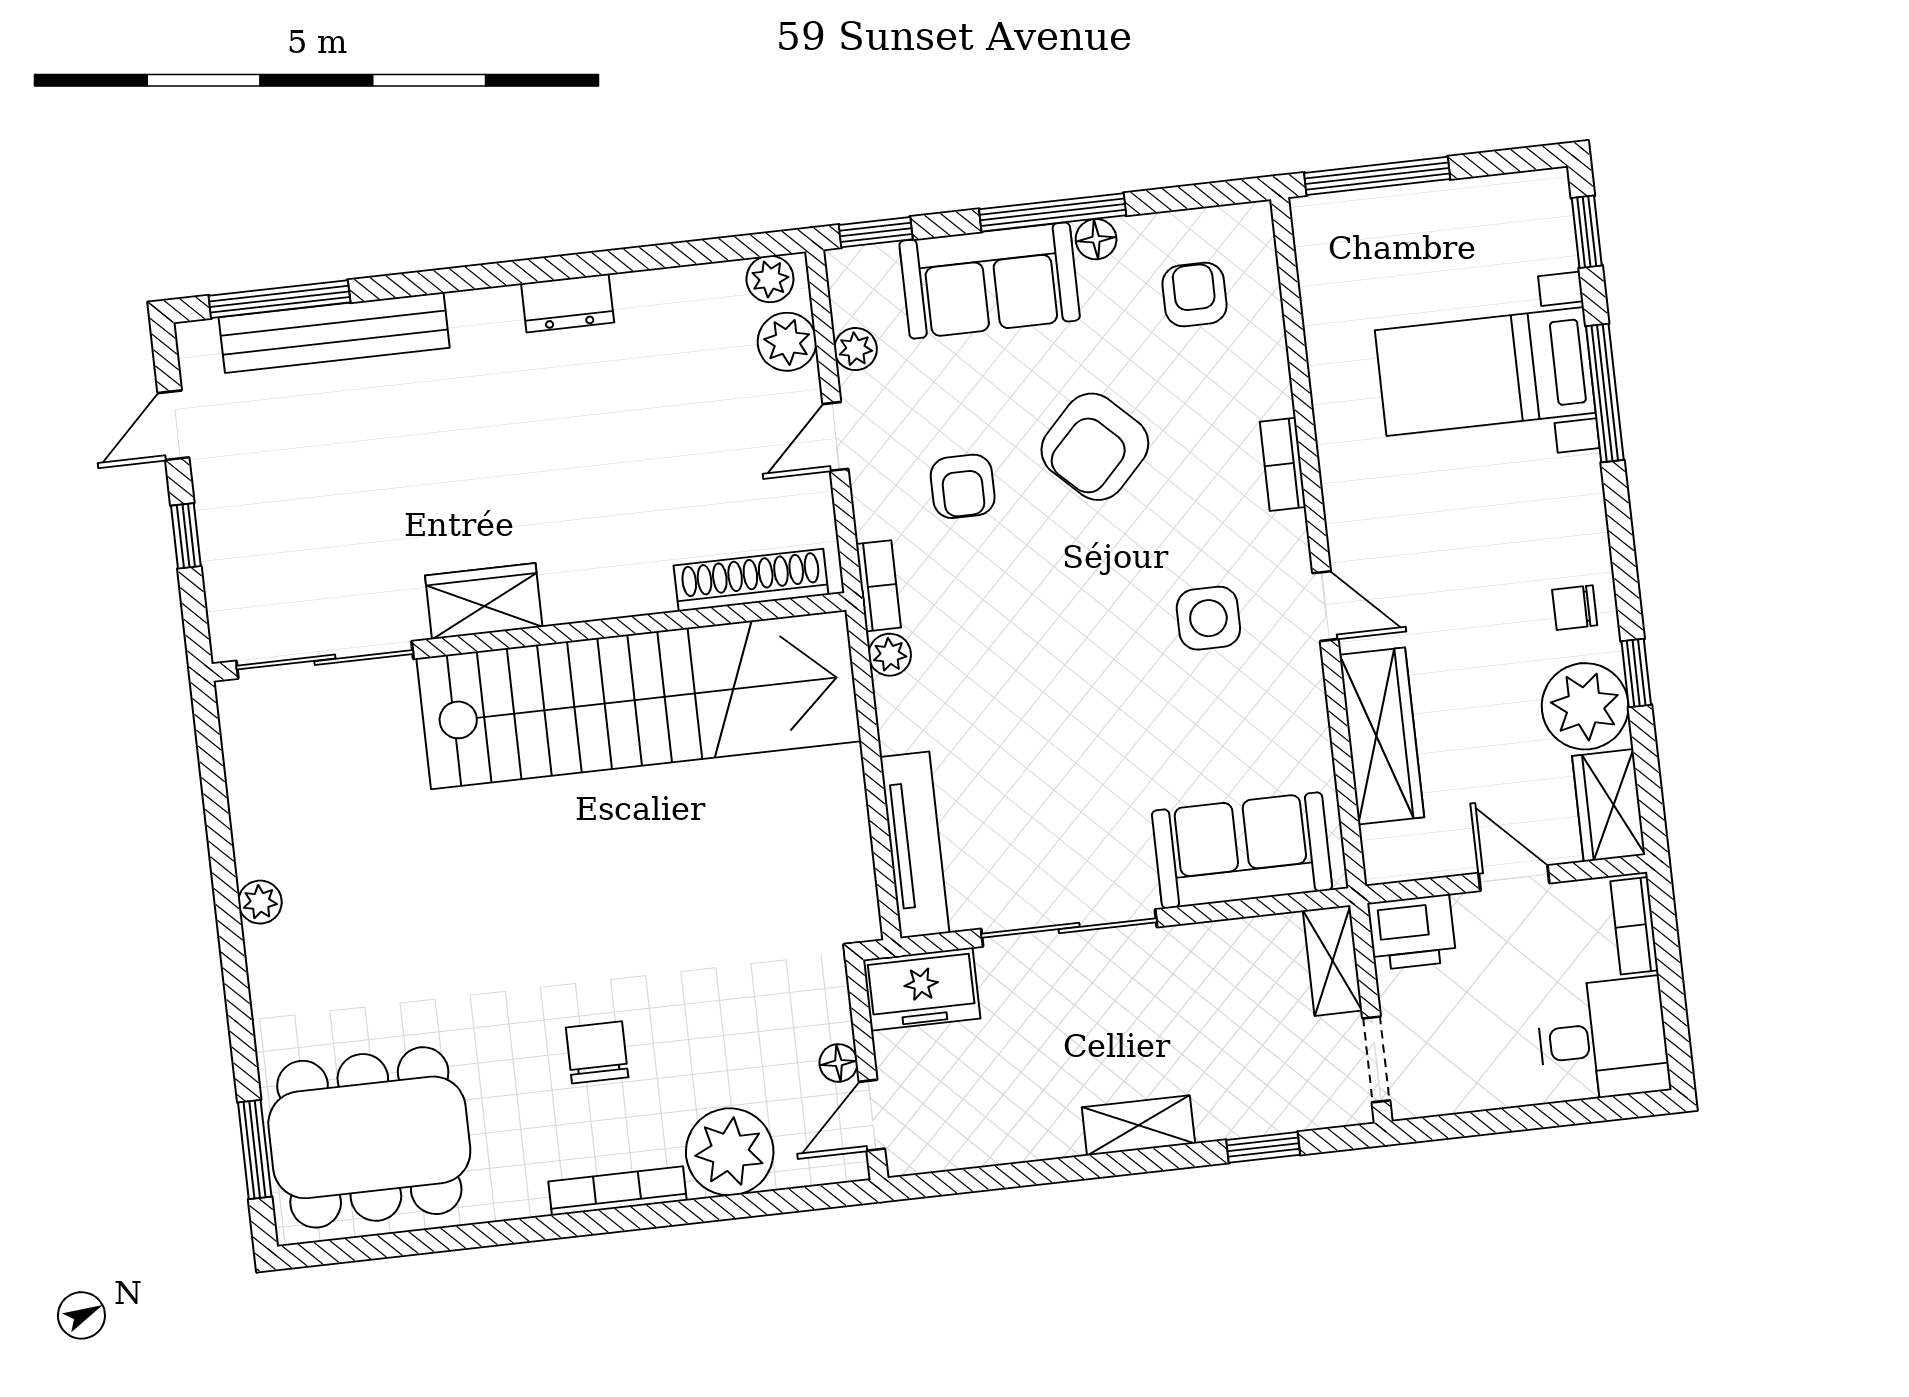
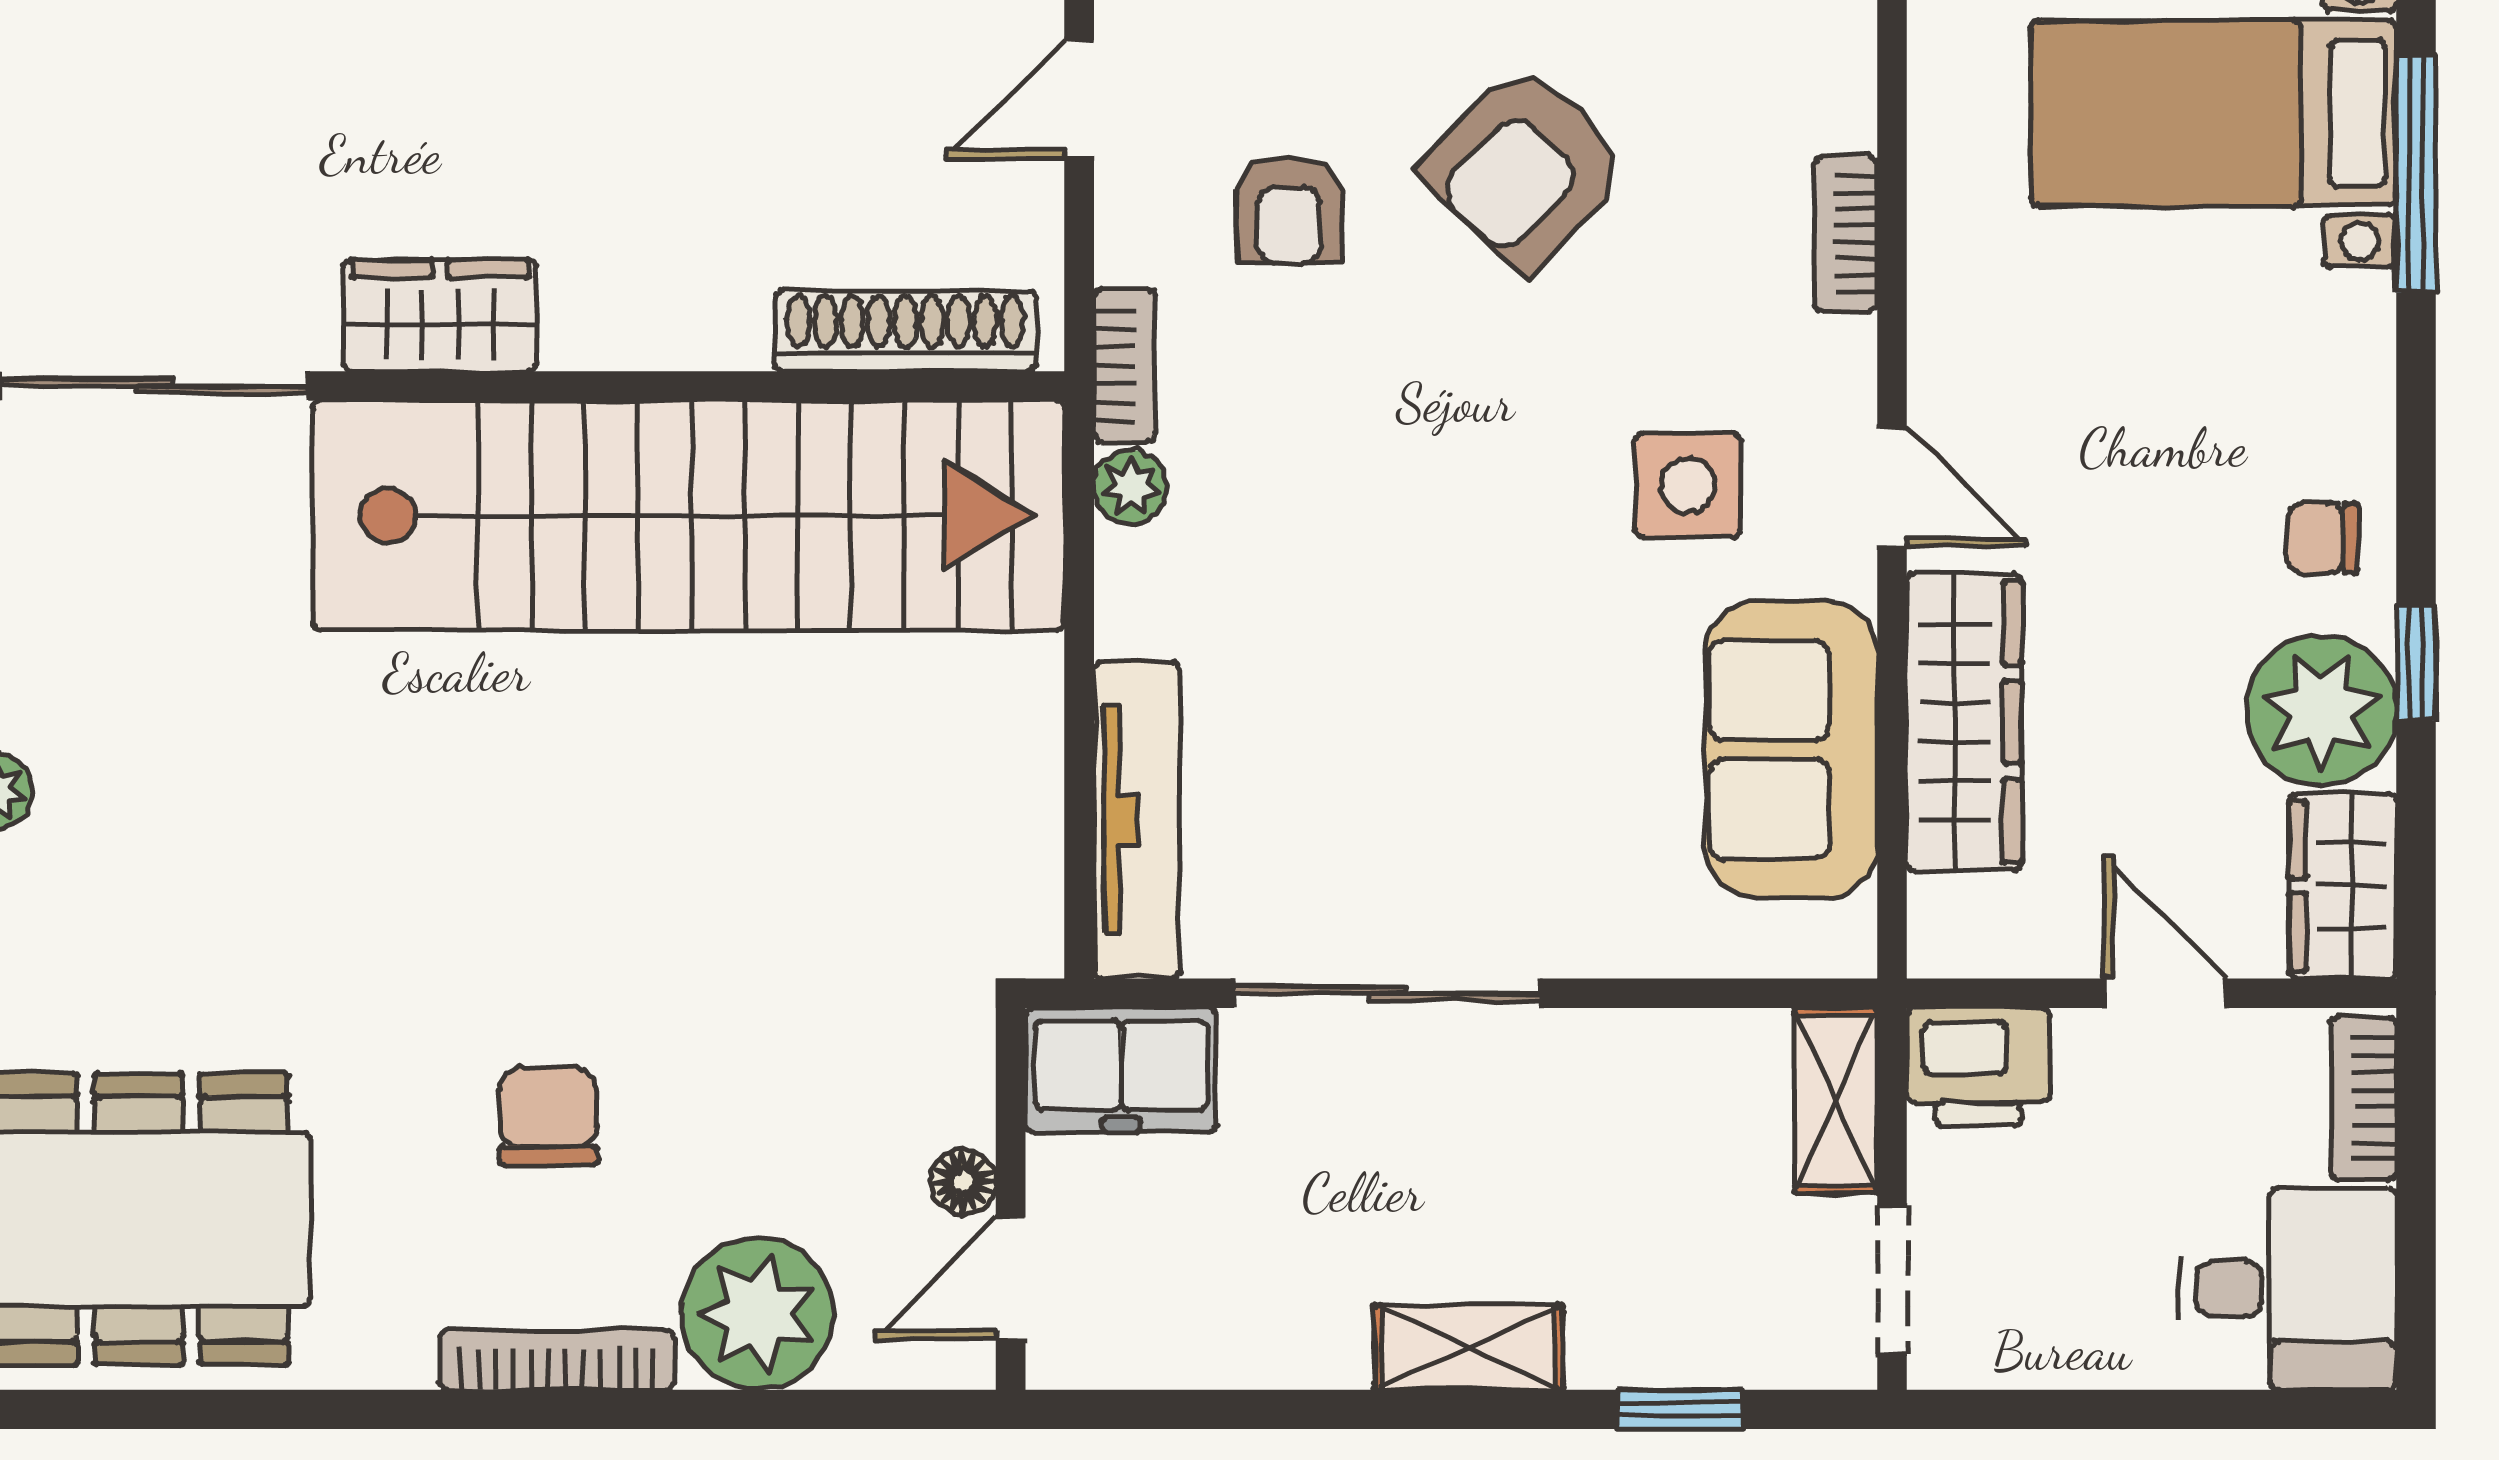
sofa: (1242, 850) -> (1791, 750), moved, turned -90

